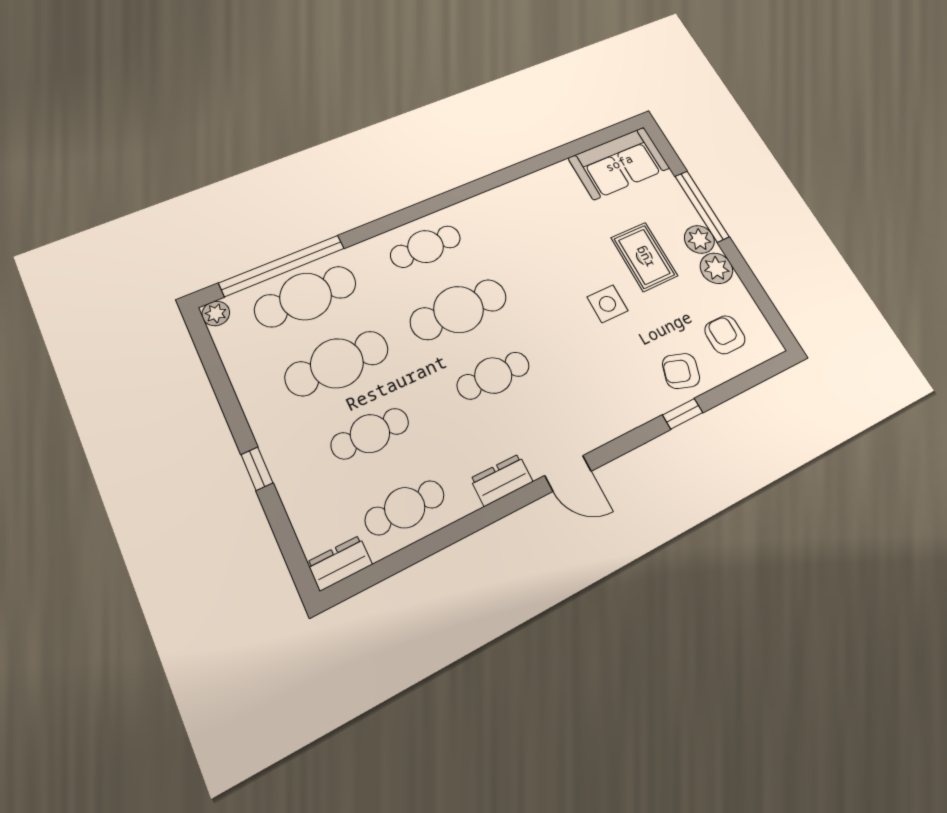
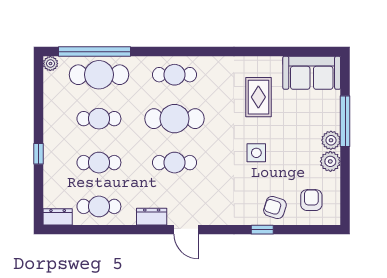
rug: (644, 257) -> (258, 97), moved
cafe table: (337, 363) -> (99, 119), width x0.73, depth x0.74

